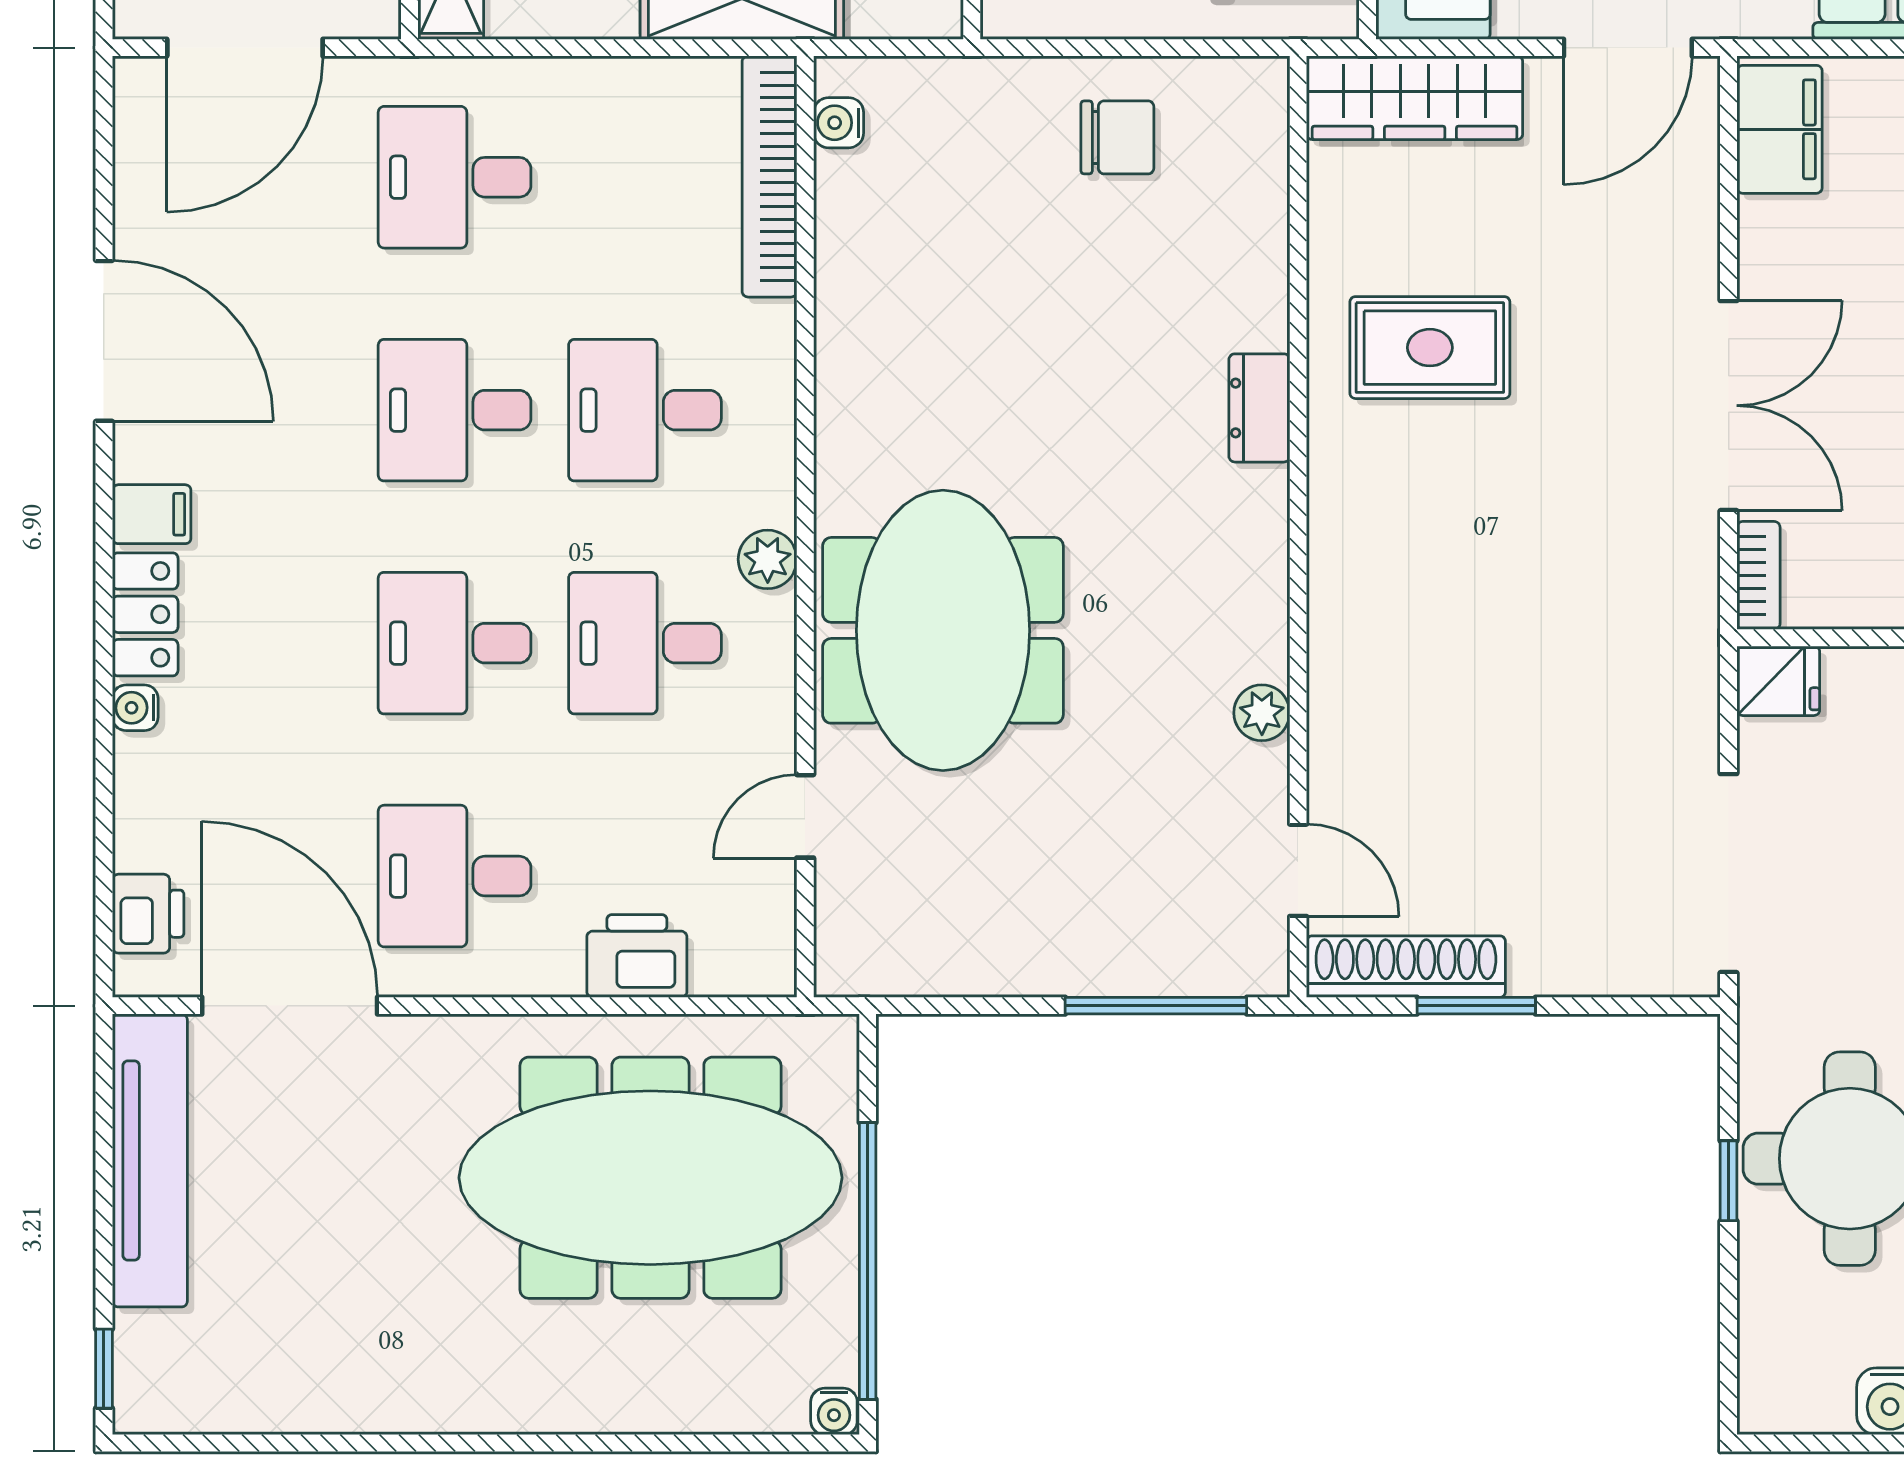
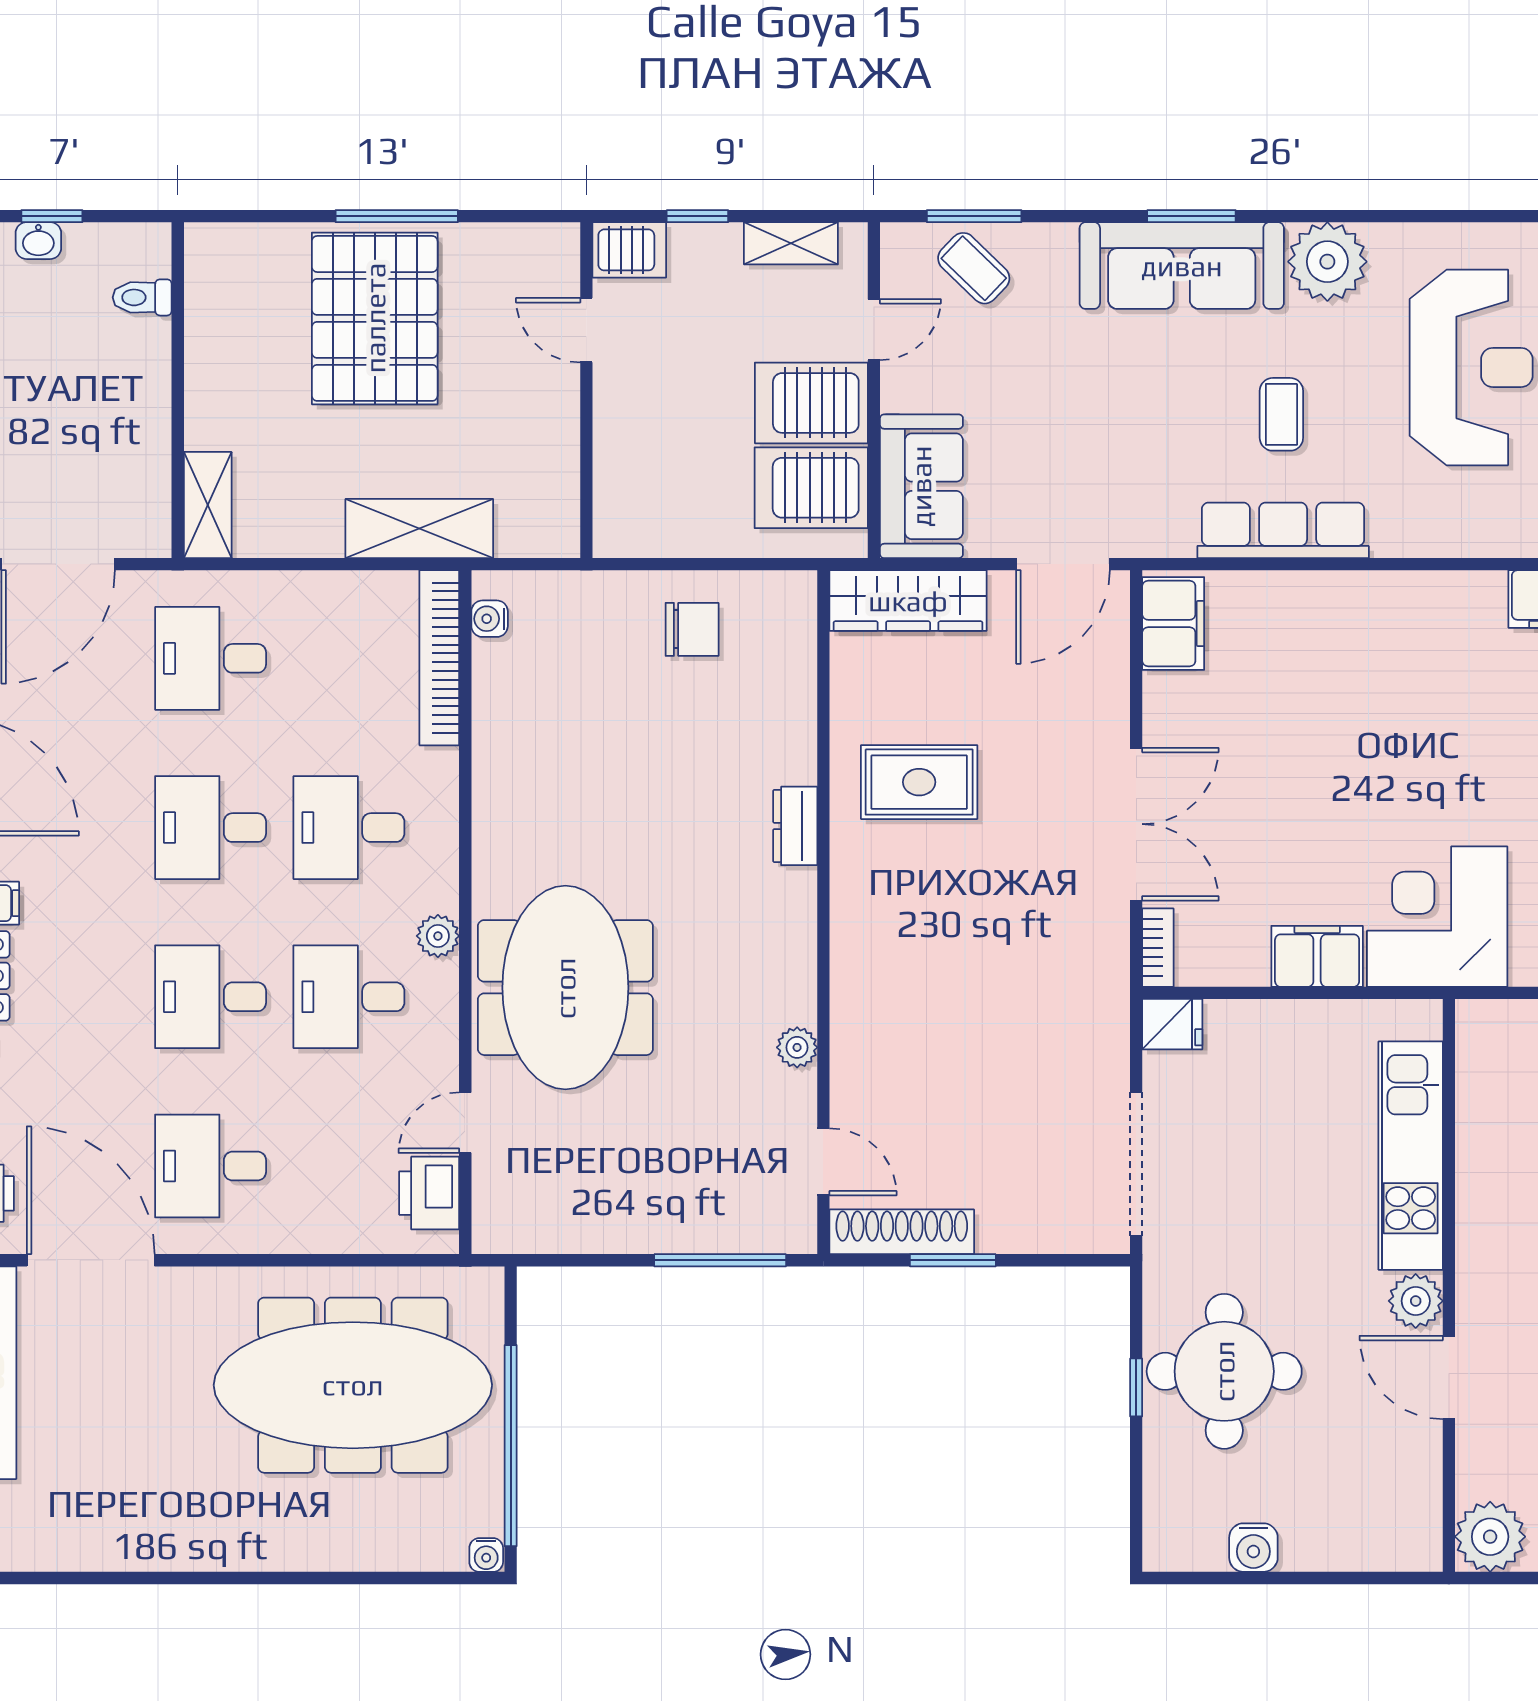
printer: (637, 956) -> (429, 1193), moved, turned -90

